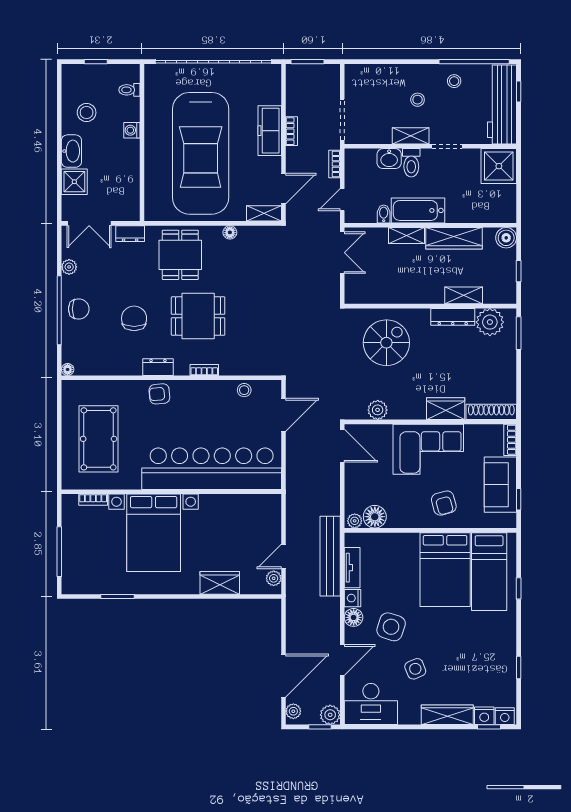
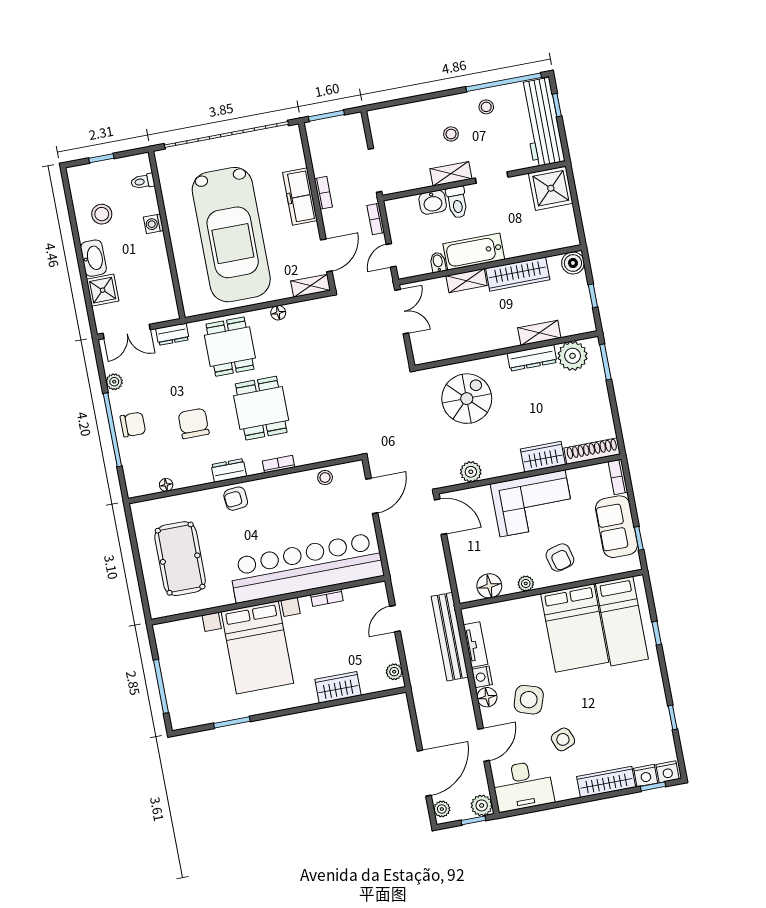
dining table: (198, 316) -> (261, 408), turned 90
floor lamp: (68, 369) -> (166, 485), moved
bookcase: (93, 500) -> (327, 598), moved
plant: (355, 521) -> (526, 584), moved
door: (283, 556) -> (395, 619), moved

